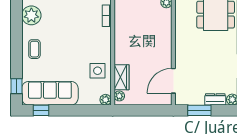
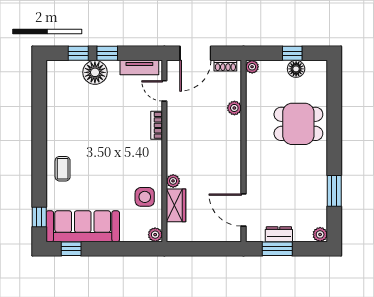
plant: (31, 15) -> (59, 125), removed
door: (173, 81) -> (243, 210), hinge flipped
plant: (119, 96) -> (173, 181), moved
dresser: (215, 99) -> (279, 234), moved

